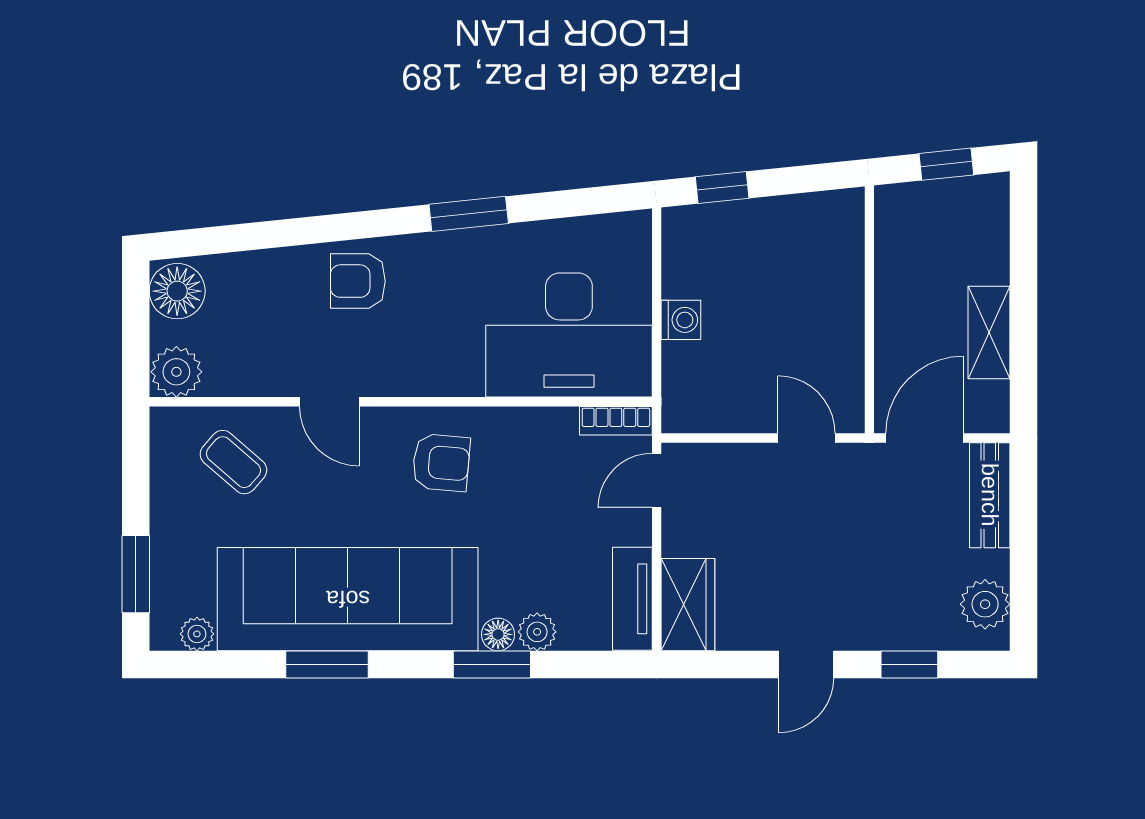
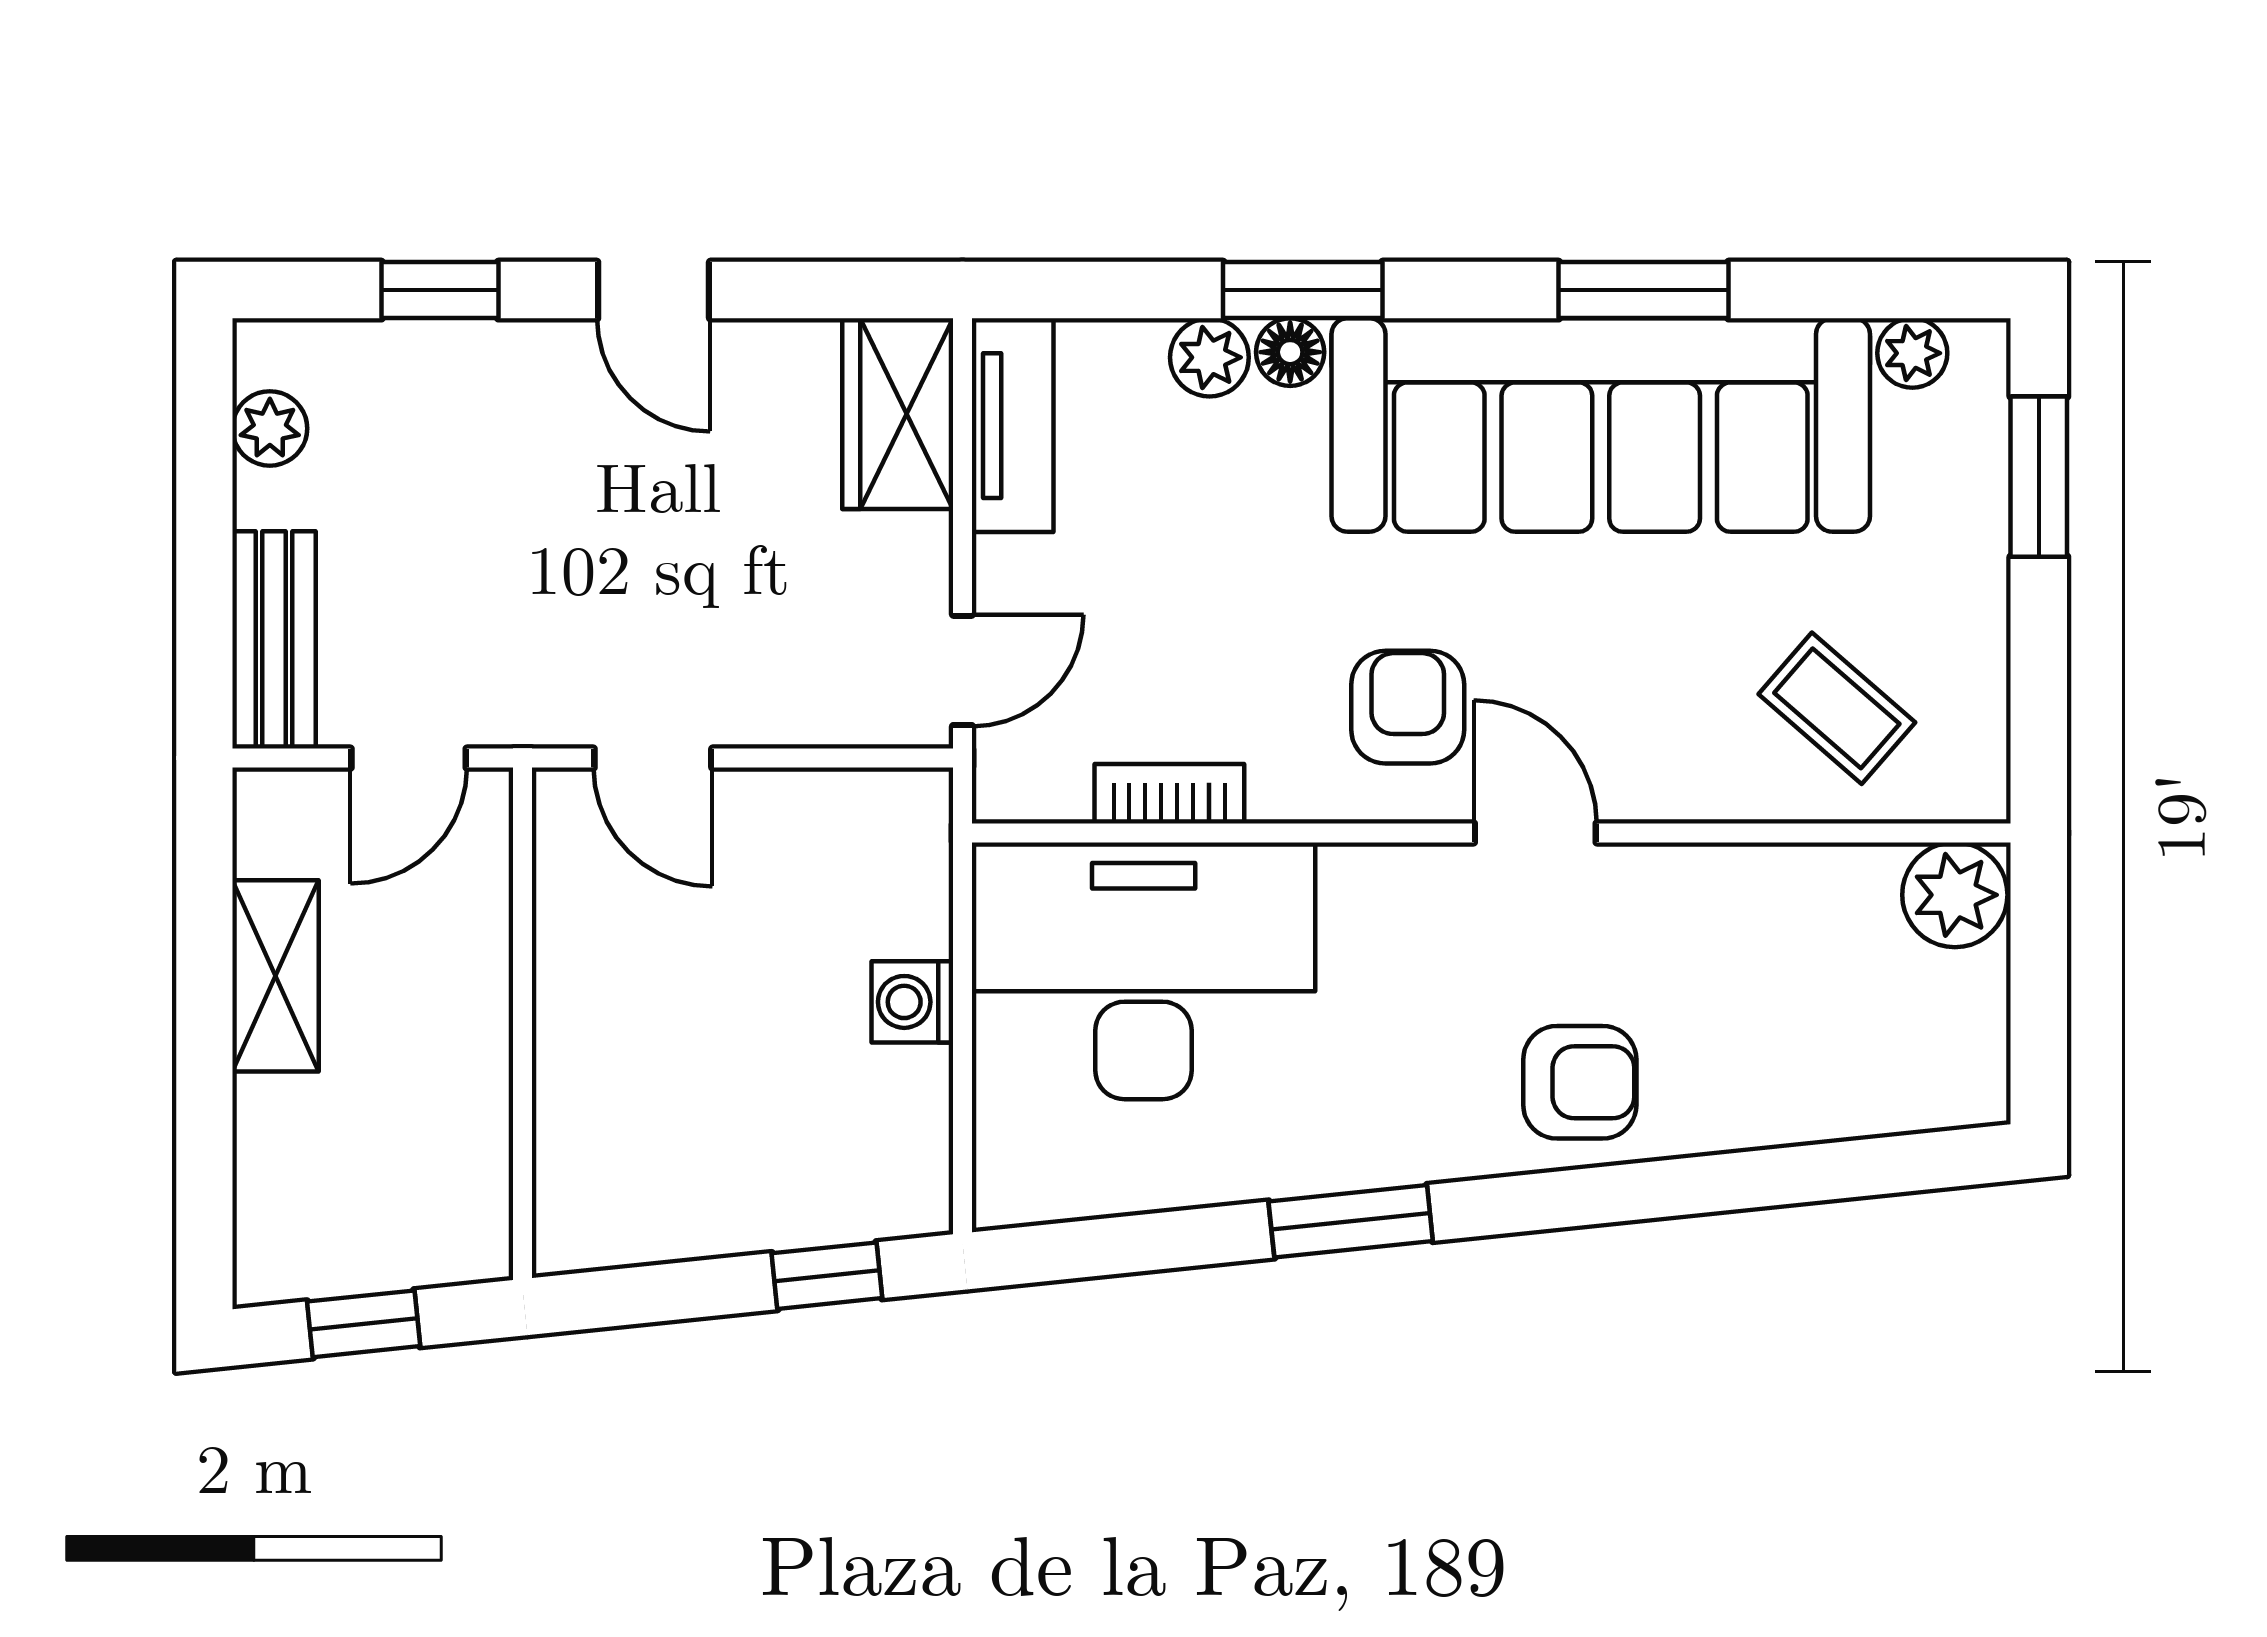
floor lamp: (177, 291) -> (1953, 1062), removed
door: (329, 402) -> (1535, 833), moved
bookcase: (616, 421) -> (1169, 794), moved
door: (925, 438) -> (409, 758), width x0.73
armchair: (441, 463) -> (1408, 707), turned 85
plant: (985, 604) -> (270, 428), width x0.73, depth x0.73
door: (806, 664) -> (654, 290), swing flipped

